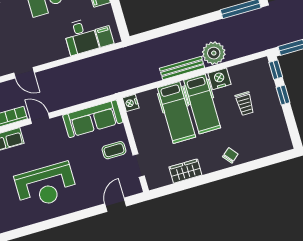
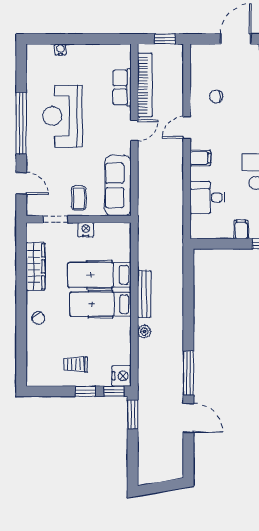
filing cabinet: (105, 37) -> (200, 158), moved
plant: (214, 53) -> (144, 332), width x0.53, depth x0.53
nightstand: (219, 79) -> (122, 376), moved
nightstand: (131, 103) -> (86, 230), moved
trolley: (245, 104) -> (75, 364), moved
wardrobe: (185, 171) -> (35, 266), width x1.50
window: (63, 220) -> (21, 123), added

